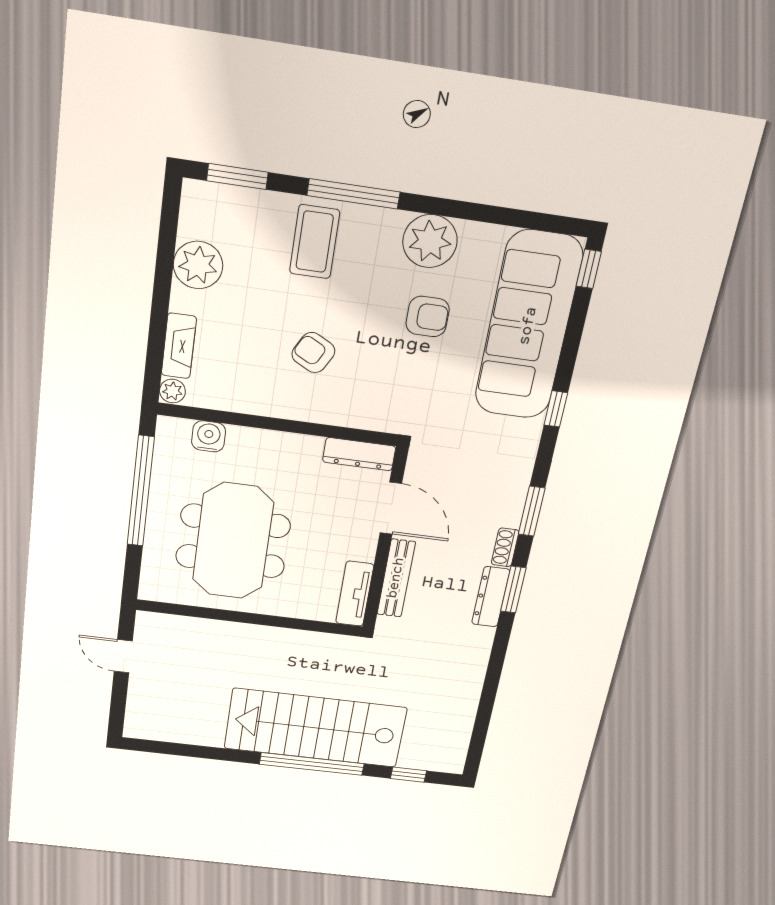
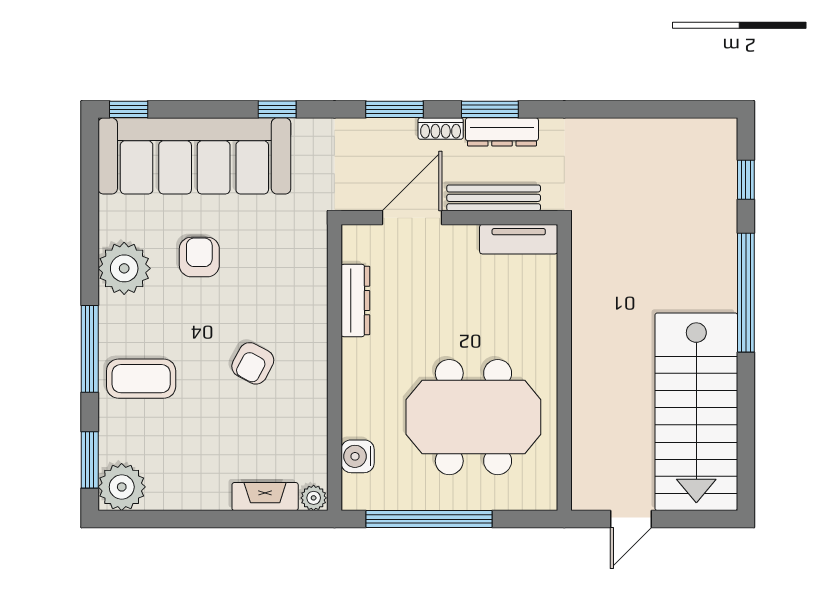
plant: (198, 265) -> (122, 487), moved
door: (391, 508) -> (412, 218), moved
wall: (385, 540) -> (449, 218), moved
bench: (396, 578) -> (494, 198), moved
tv unit: (355, 594) -> (519, 239), moved
stairs: (315, 728) -> (696, 412), moved

